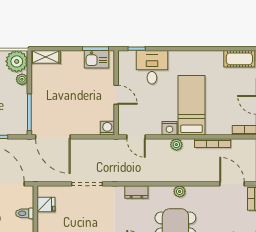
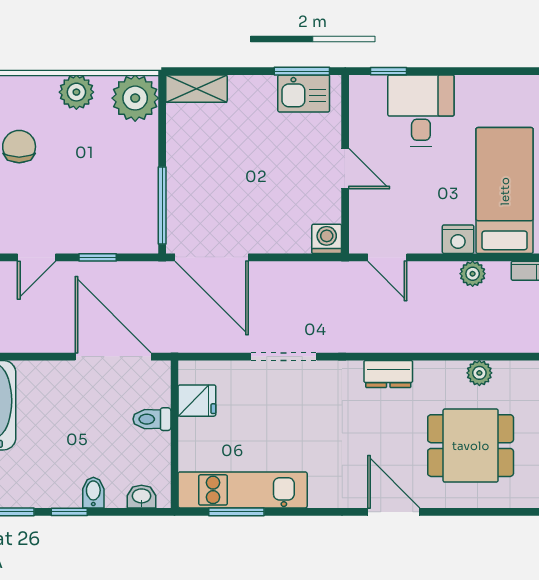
plant: (22, 79) -> (146, 136), removed

